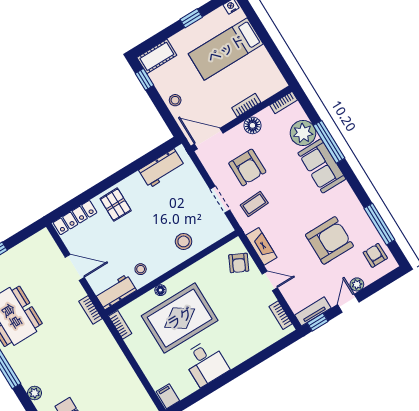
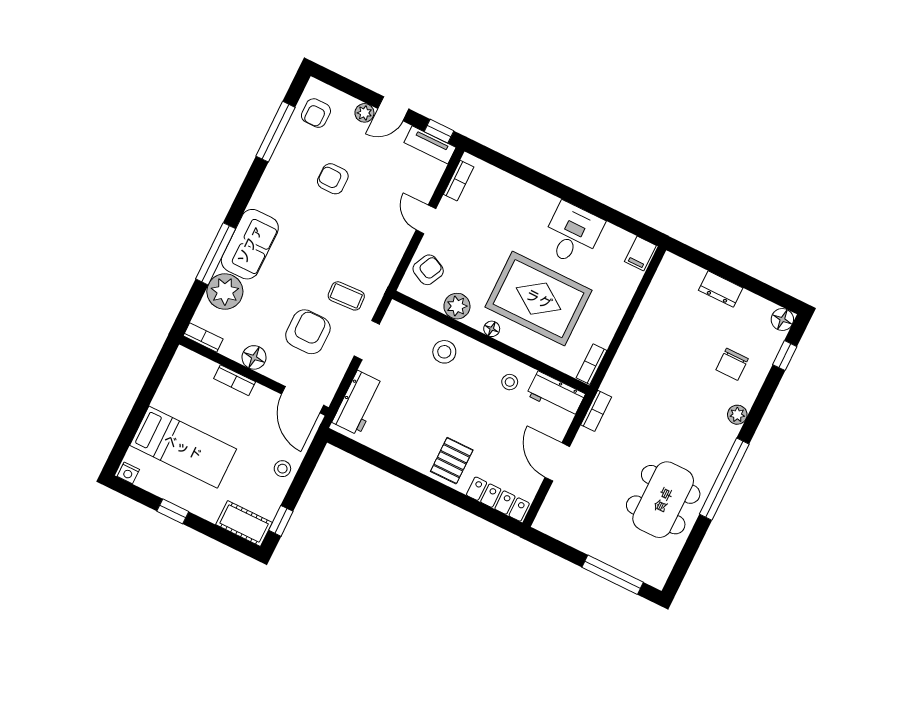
workbench: (162, 168) -> (358, 403), moved, turned 90
armchair: (329, 240) -> (333, 179), width x0.53, depth x0.53
fireplace: (261, 246) -> (391, 255), removed
plant: (206, 266) -> (457, 306), added
floor lamp: (160, 290) -> (492, 329), moved

